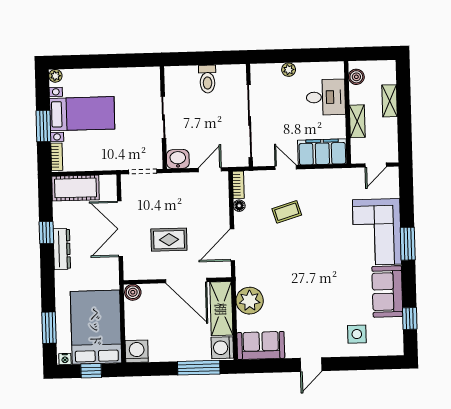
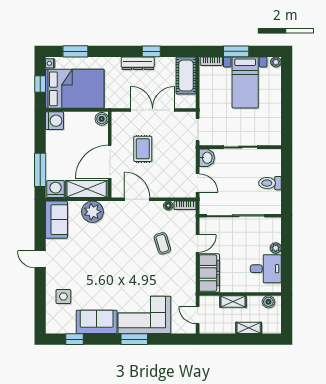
desk: (326, 97) -> (266, 269), moved, turned -90

